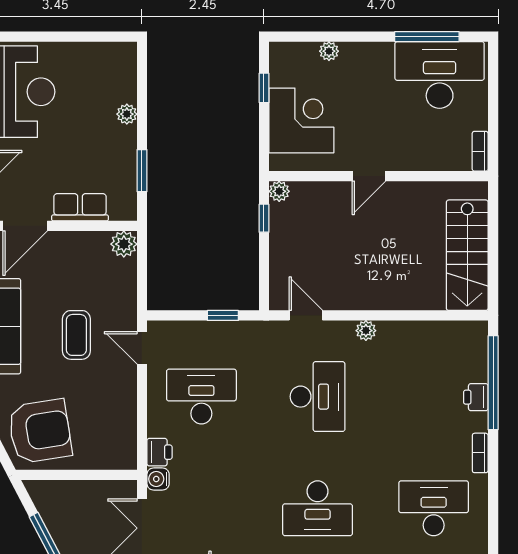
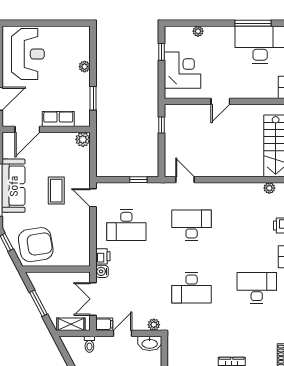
plant: (279, 191) -> (170, 110), removed
plant: (366, 331) -> (269, 188), moved
desk: (201, 397) -> (126, 225), turned 180
desk: (318, 397) -> (192, 225), turned -90

